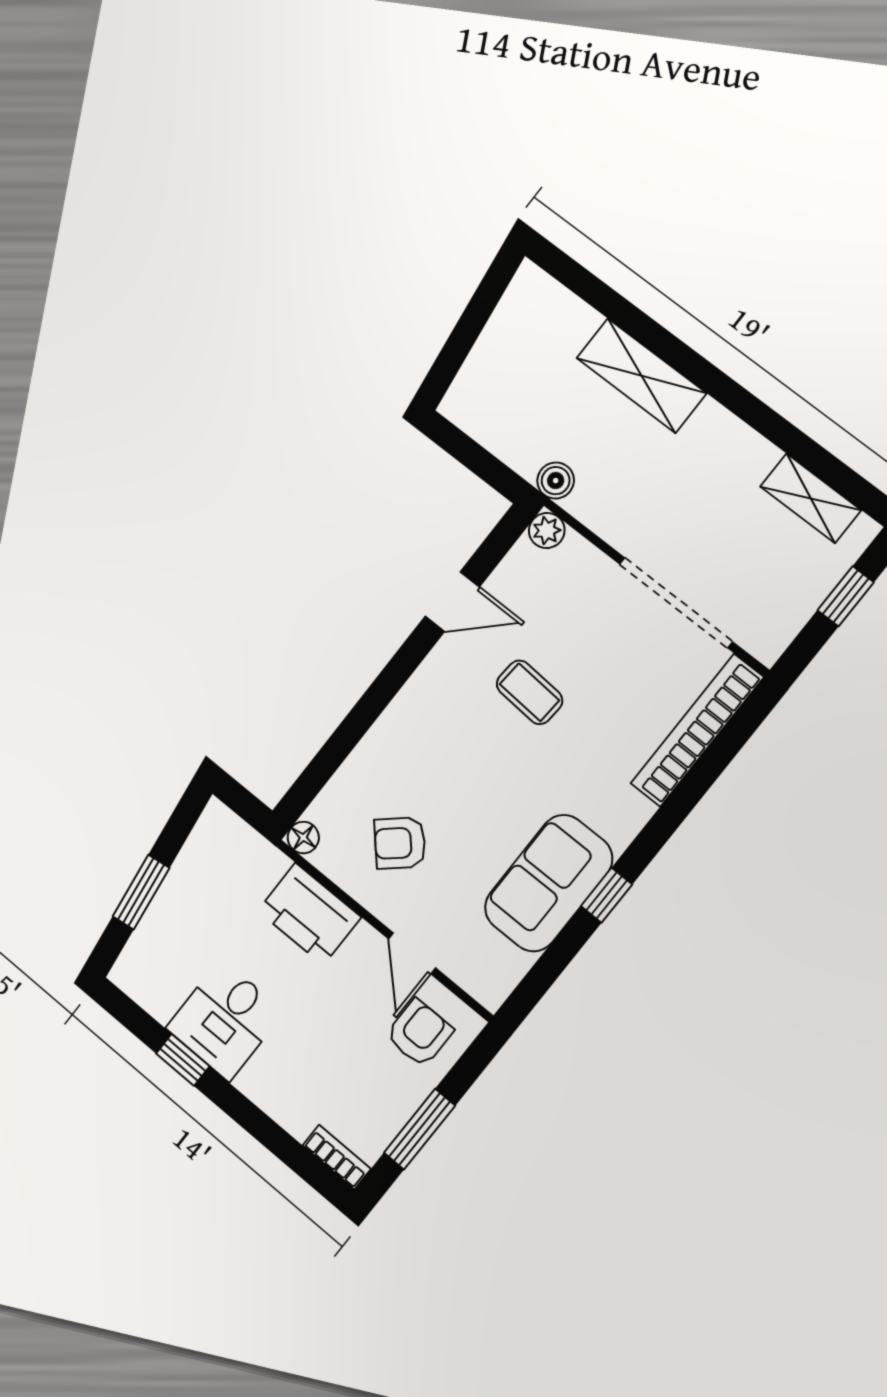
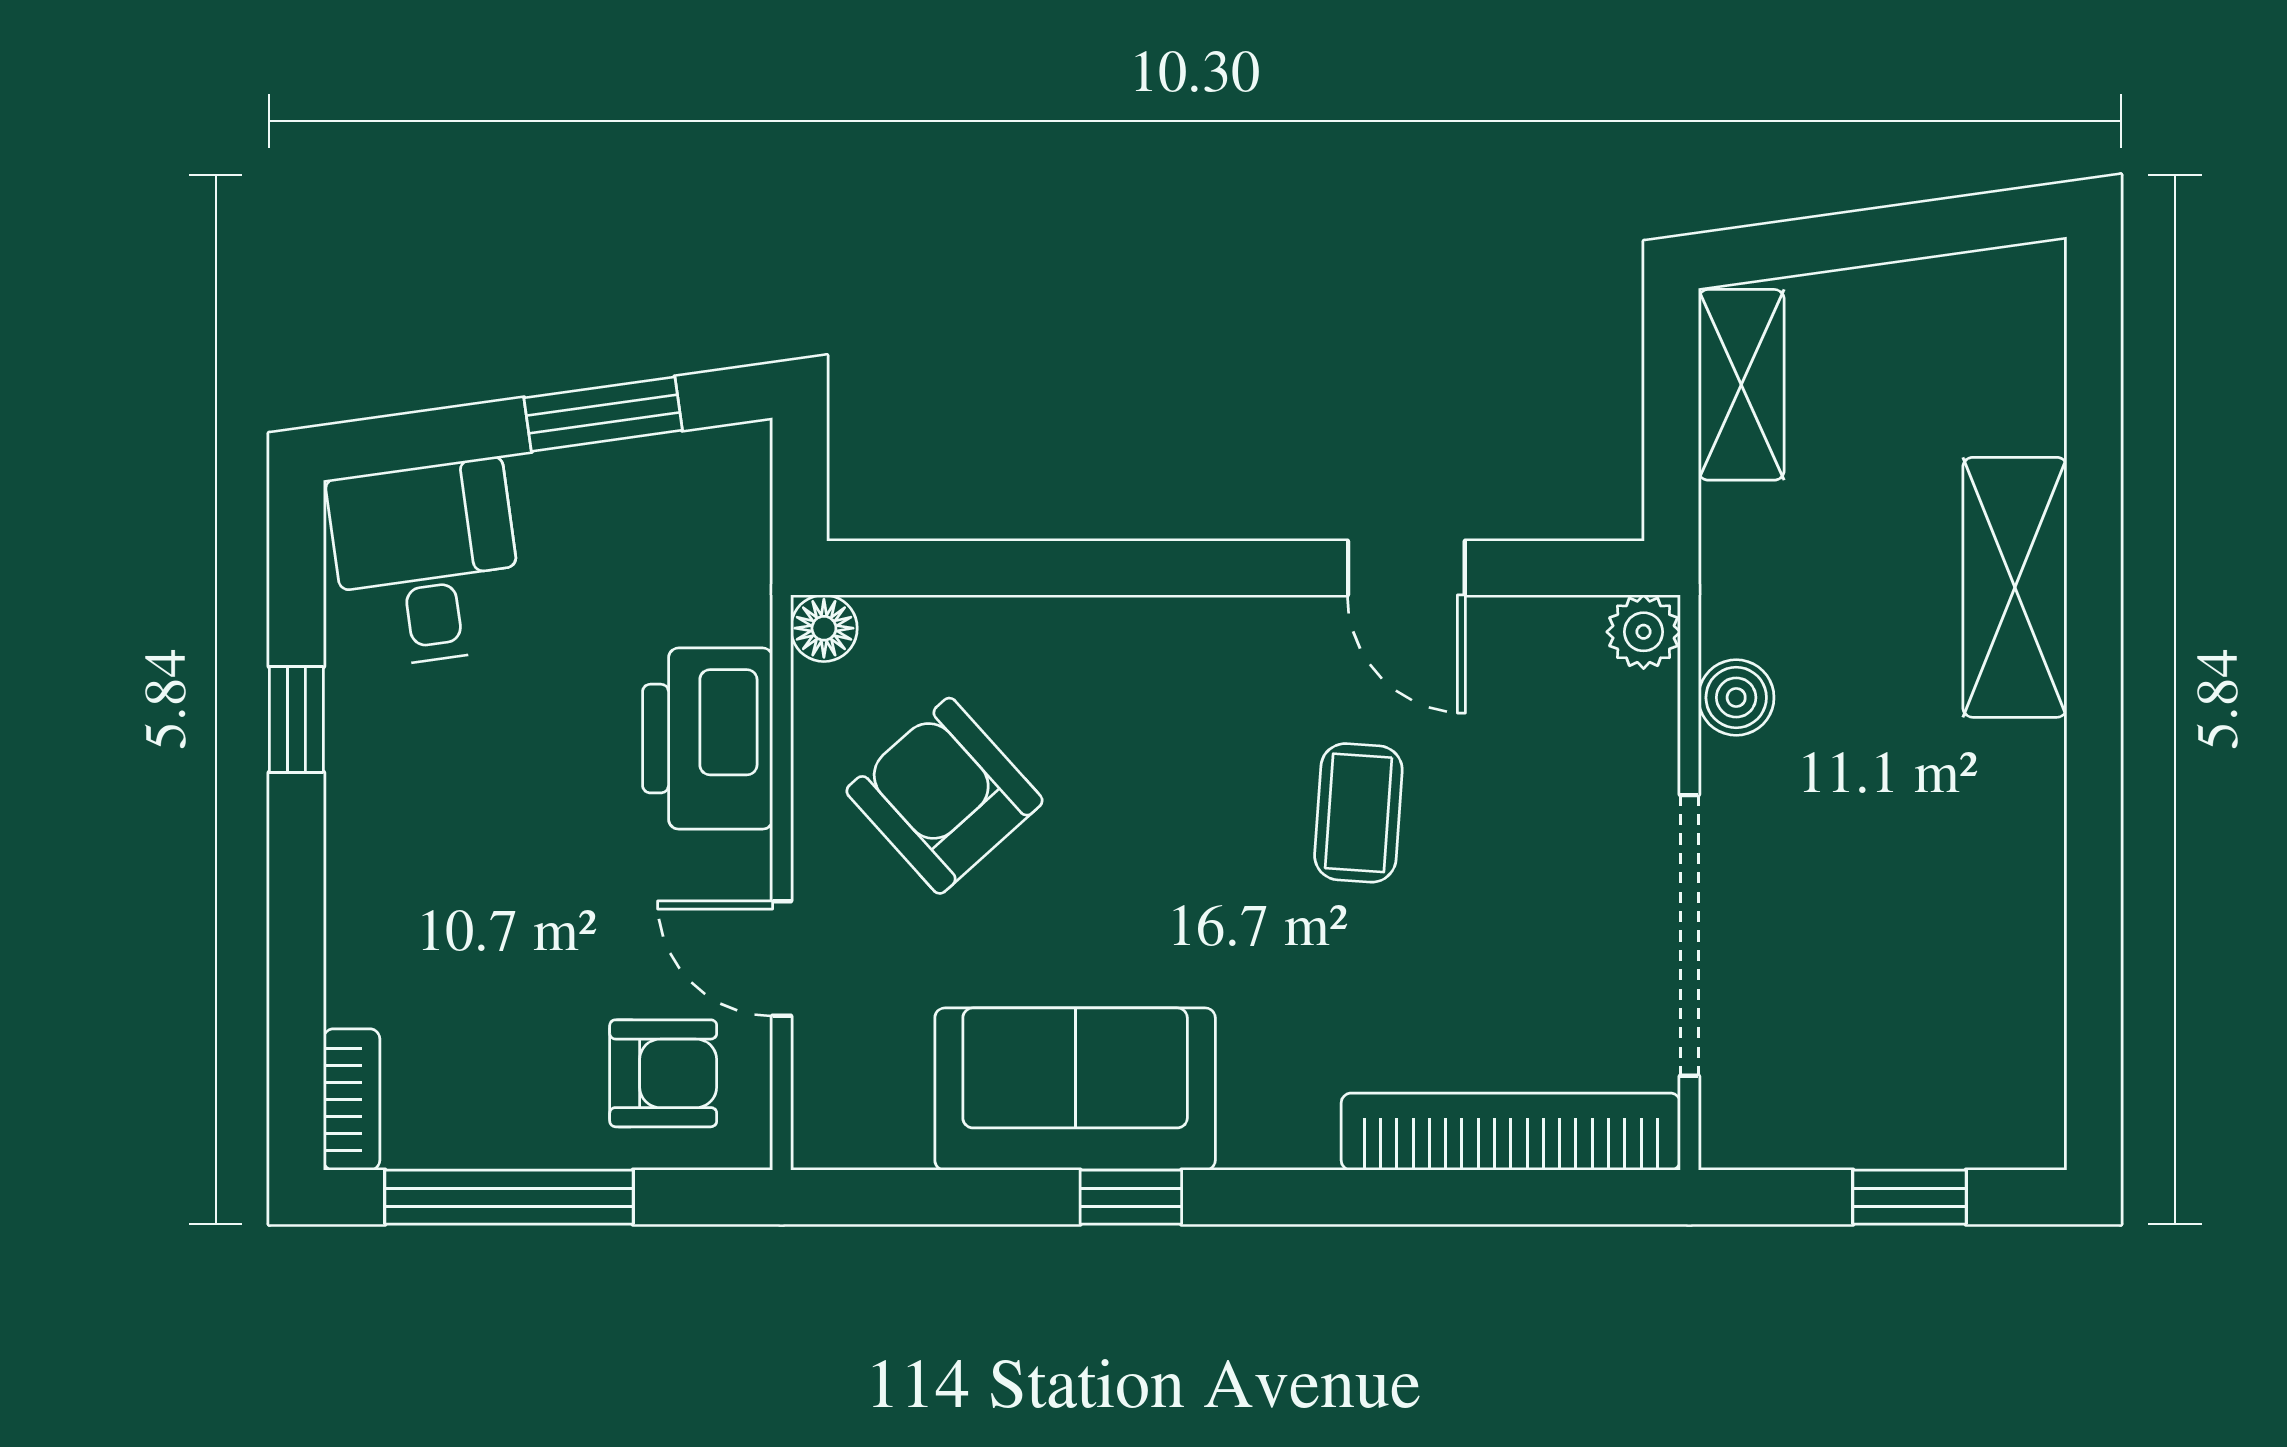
boiler: (556, 481) -> (1736, 698), moved
shelving: (811, 498) -> (1741, 385), moved
armchair: (400, 843) -> (945, 796), width x1.38, depth x1.38
window: (141, 892) -> (603, 414), moved
door: (412, 953) -> (782, 959), hinge flipped
desk: (225, 1020) -> (426, 563), moved, turned 82
window: (420, 1129) -> (509, 1197), width x1.44

